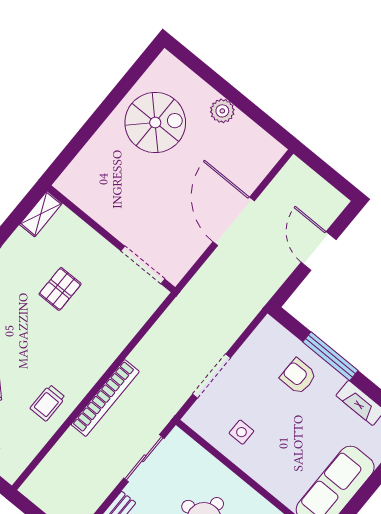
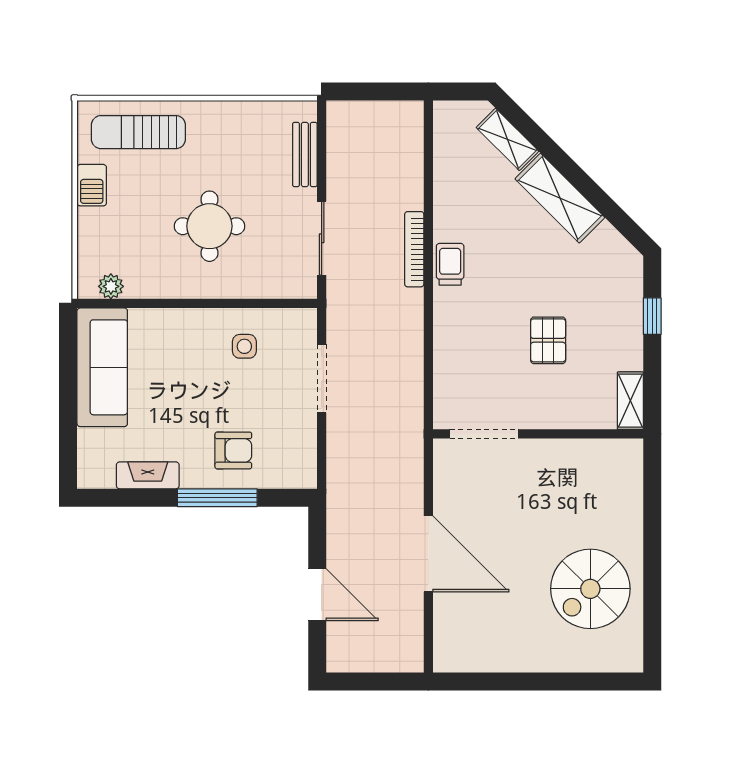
plant: (222, 111) -> (532, 657), removed
bookcase: (105, 398) -> (414, 249), width x0.68, depth x0.76
trolley: (48, 403) -> (450, 264), moved

